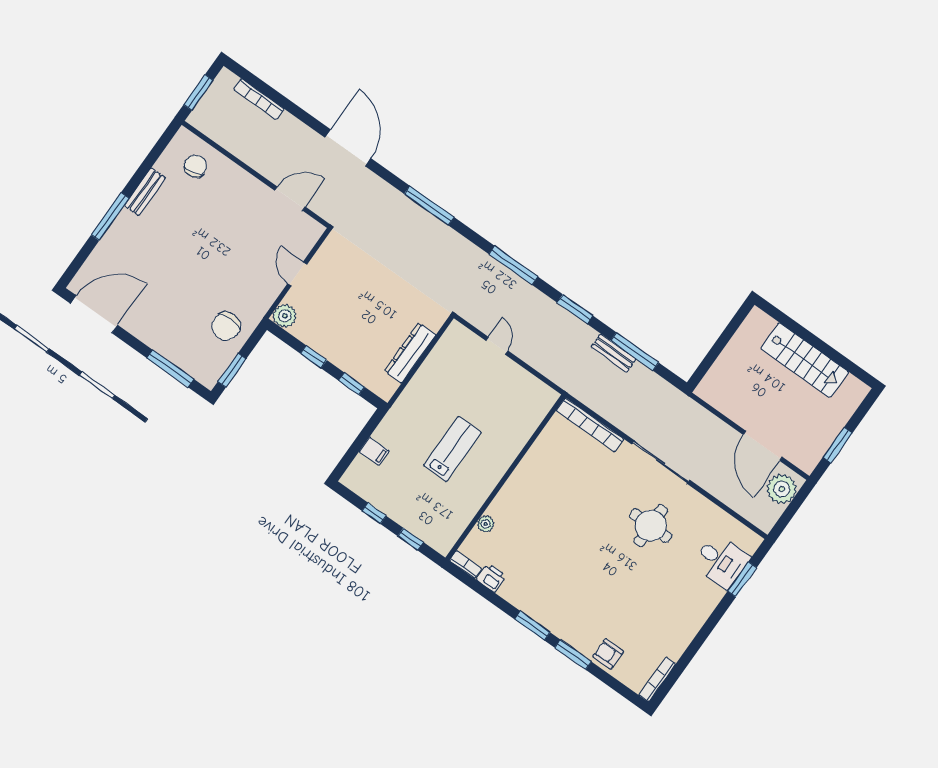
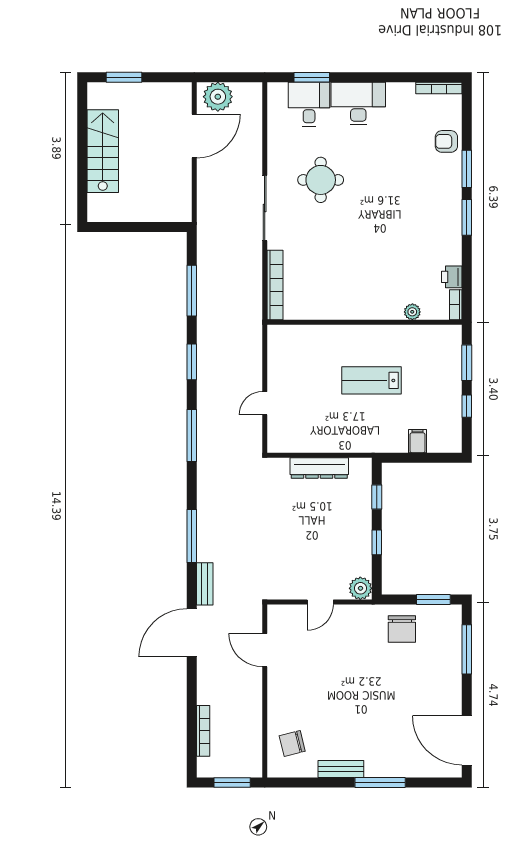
chair: (226, 326) -> (402, 629), turned 90
bench: (614, 353) -> (205, 584), moved
window: (838, 445) -> (124, 77), moved
window: (411, 539) -> (467, 363), width x1.50
desk: (692, 603) -> (358, 103), added
armchair: (608, 654) -> (446, 141), turned 90

